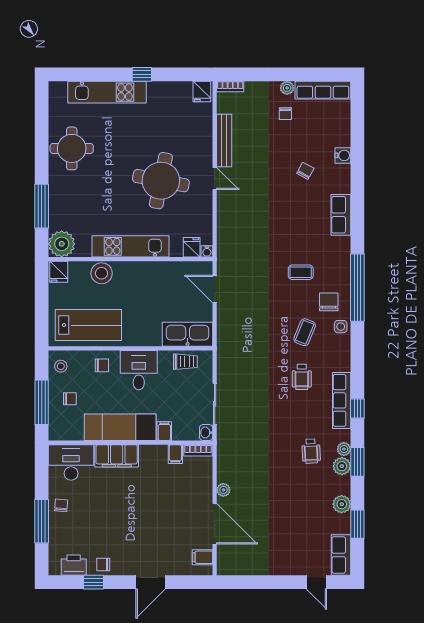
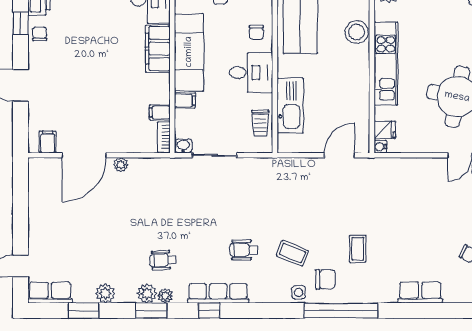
kitchen sink: (188, 334) -> (290, 106), moved

